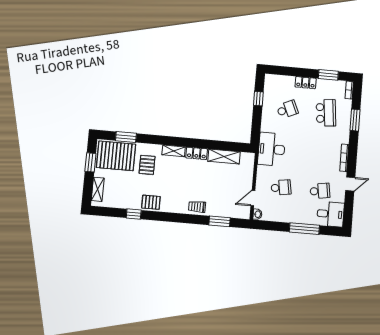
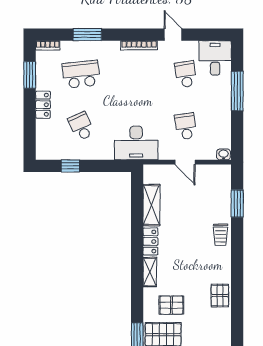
door: (253, 198) -> (185, 162), moved
window: (134, 214) -> (237, 317), removed

